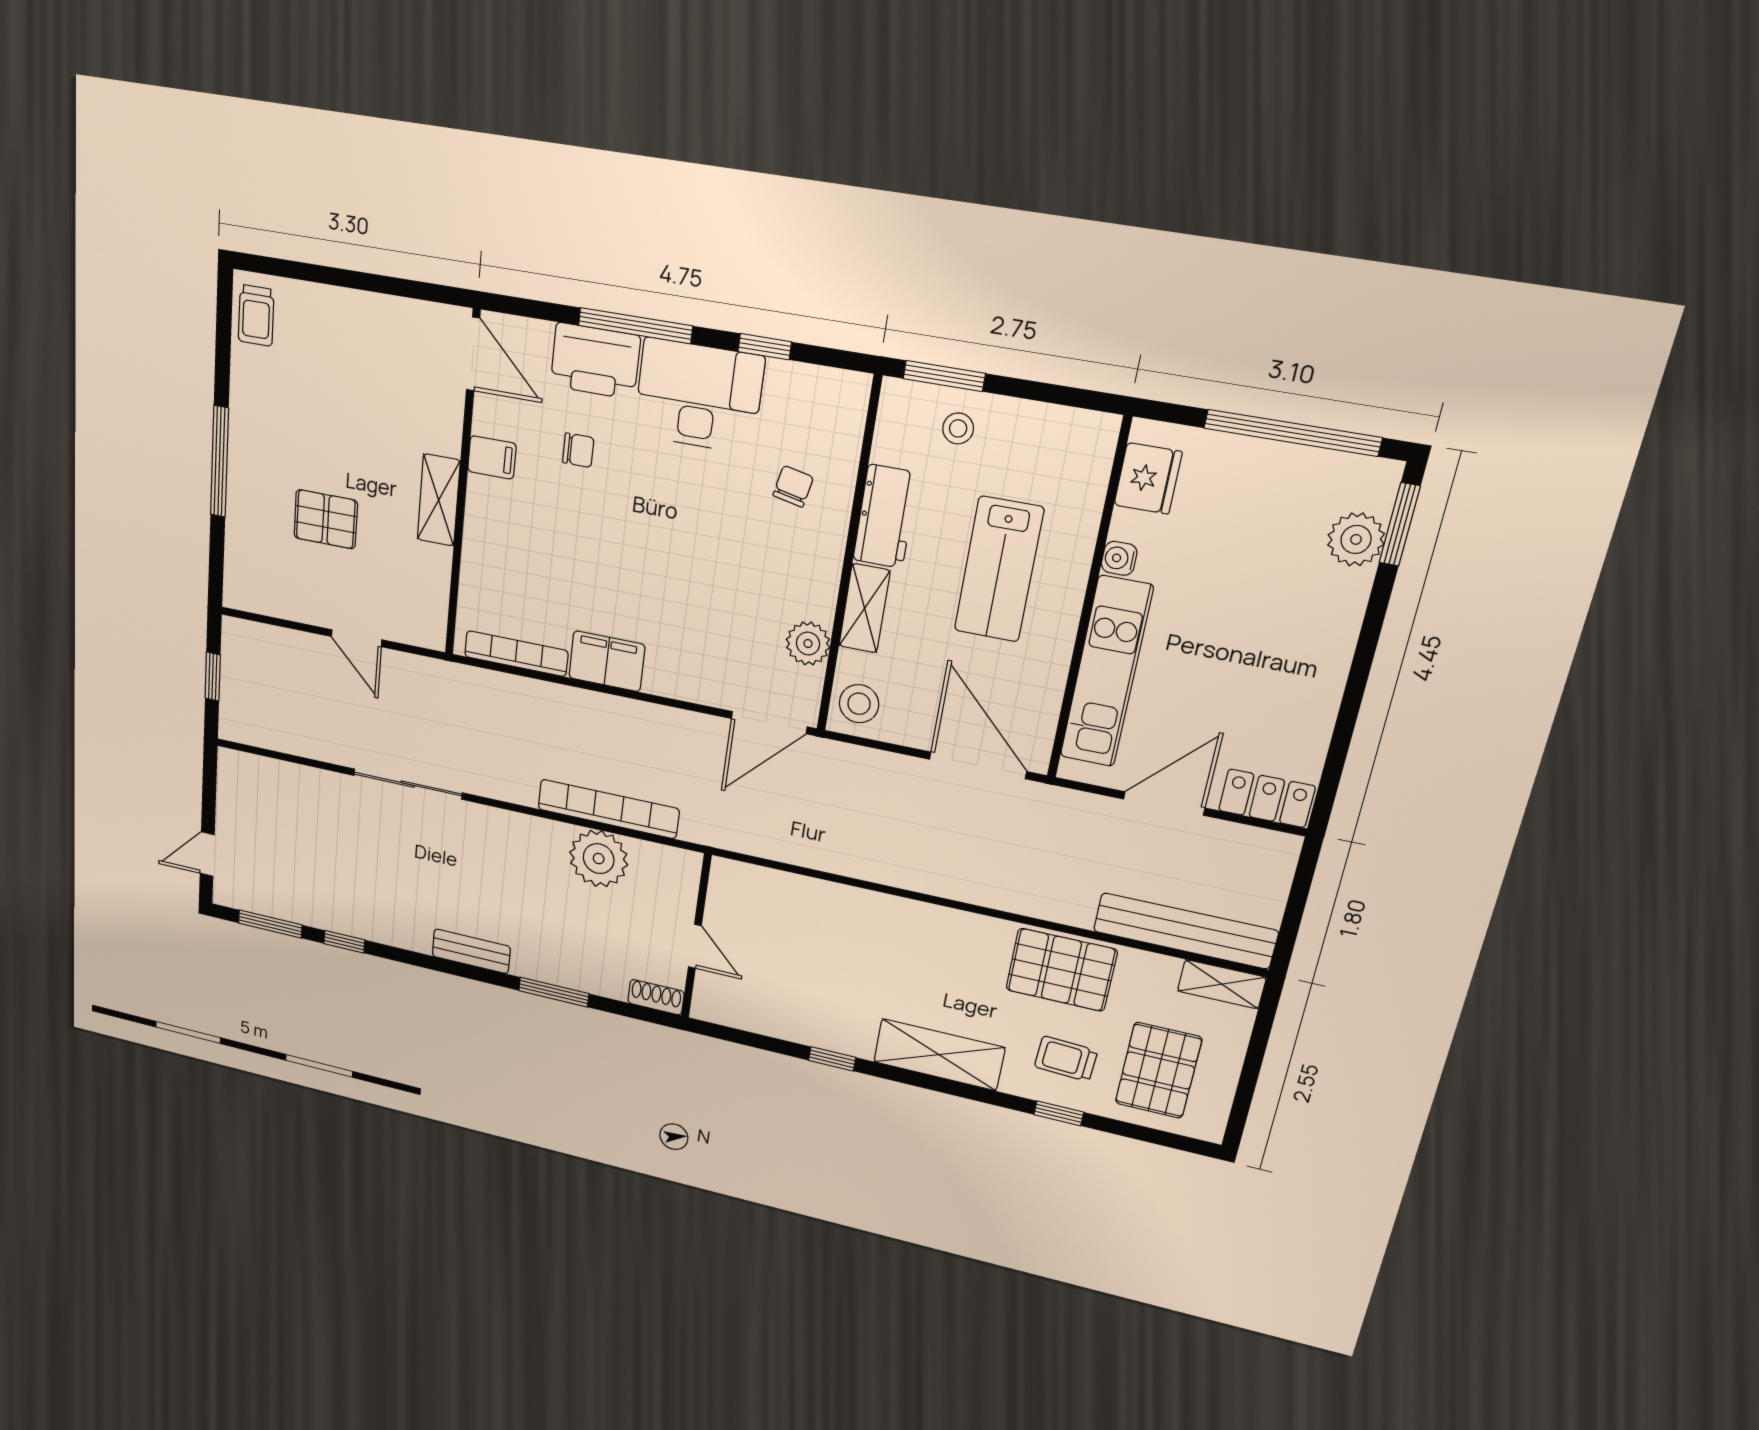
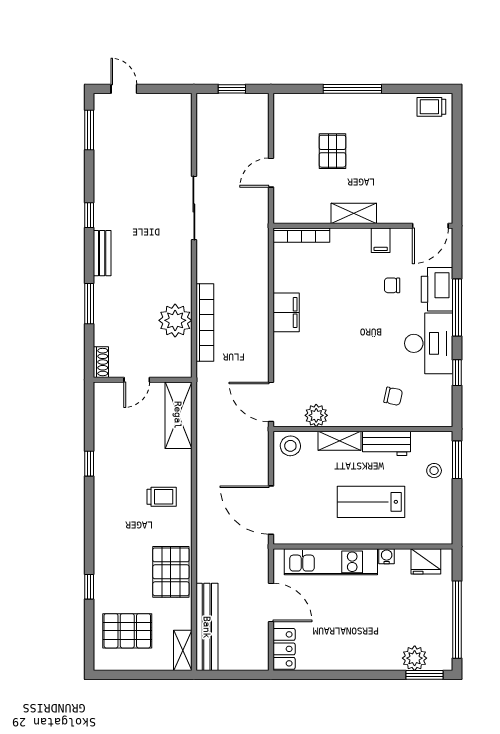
chair: (578, 450) -> (392, 285), turned 90
bookcase: (516, 654) -> (301, 235), moved, turned 90
door: (978, 765) -> (271, 510), swing flipped
window: (344, 942) -> (89, 215), moved
shelving: (939, 1055) -> (178, 415), moved
trolley: (1066, 1059) -> (162, 497), moved, turned 87

